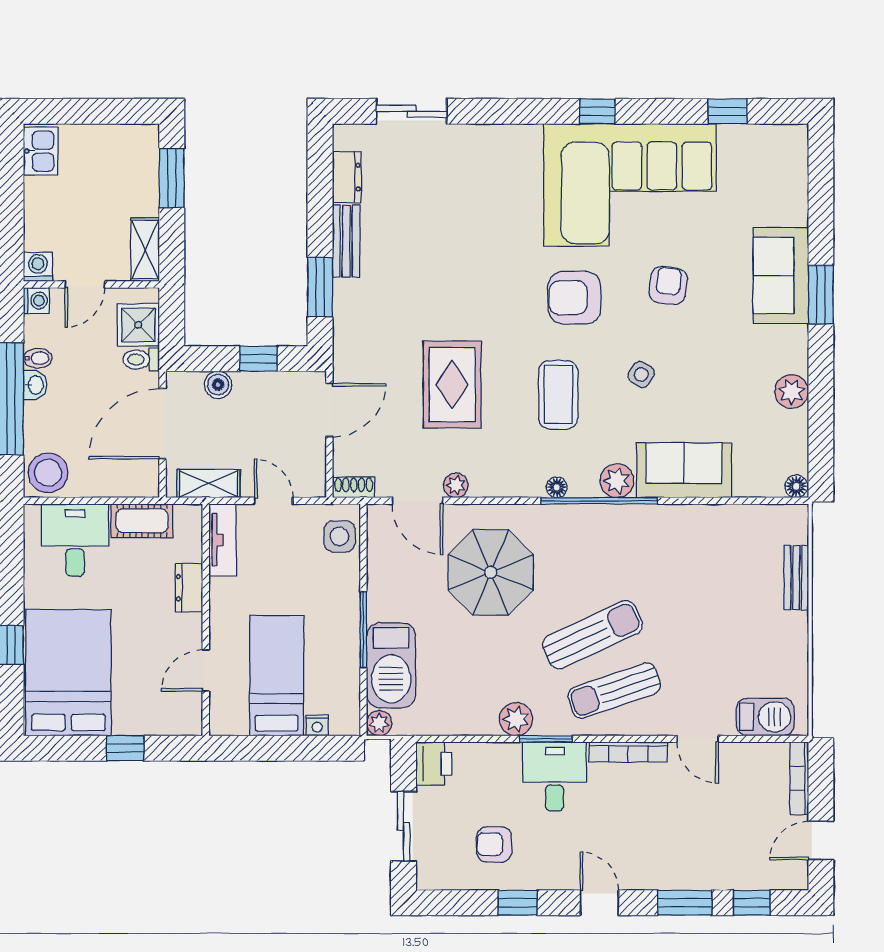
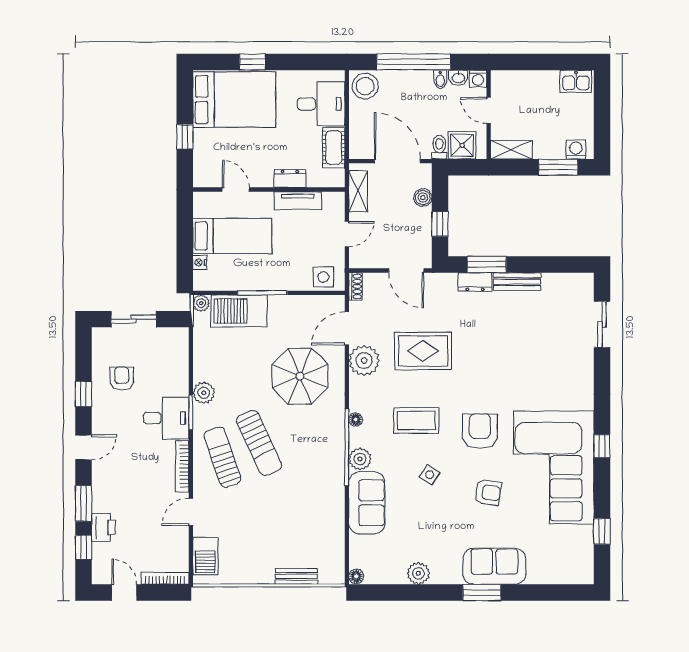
dresser: (347, 177) -> (475, 282), moved
washing machine: (38, 267) -> (576, 150), moved, turned -90
washbasin: (35, 385) -> (458, 78), moved
plant: (456, 485) -> (364, 360), width x1.88, depth x1.88
tv unit: (223, 540) -> (298, 201), moved
printer: (434, 764) -> (103, 527), moved, turned -90

